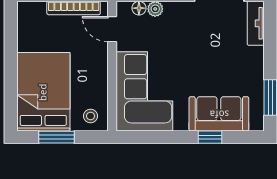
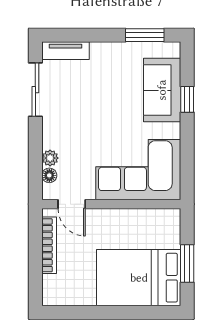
door: (112, 29) -> (72, 204), hinge flipped
stool: (91, 116) -> (165, 227), removed

